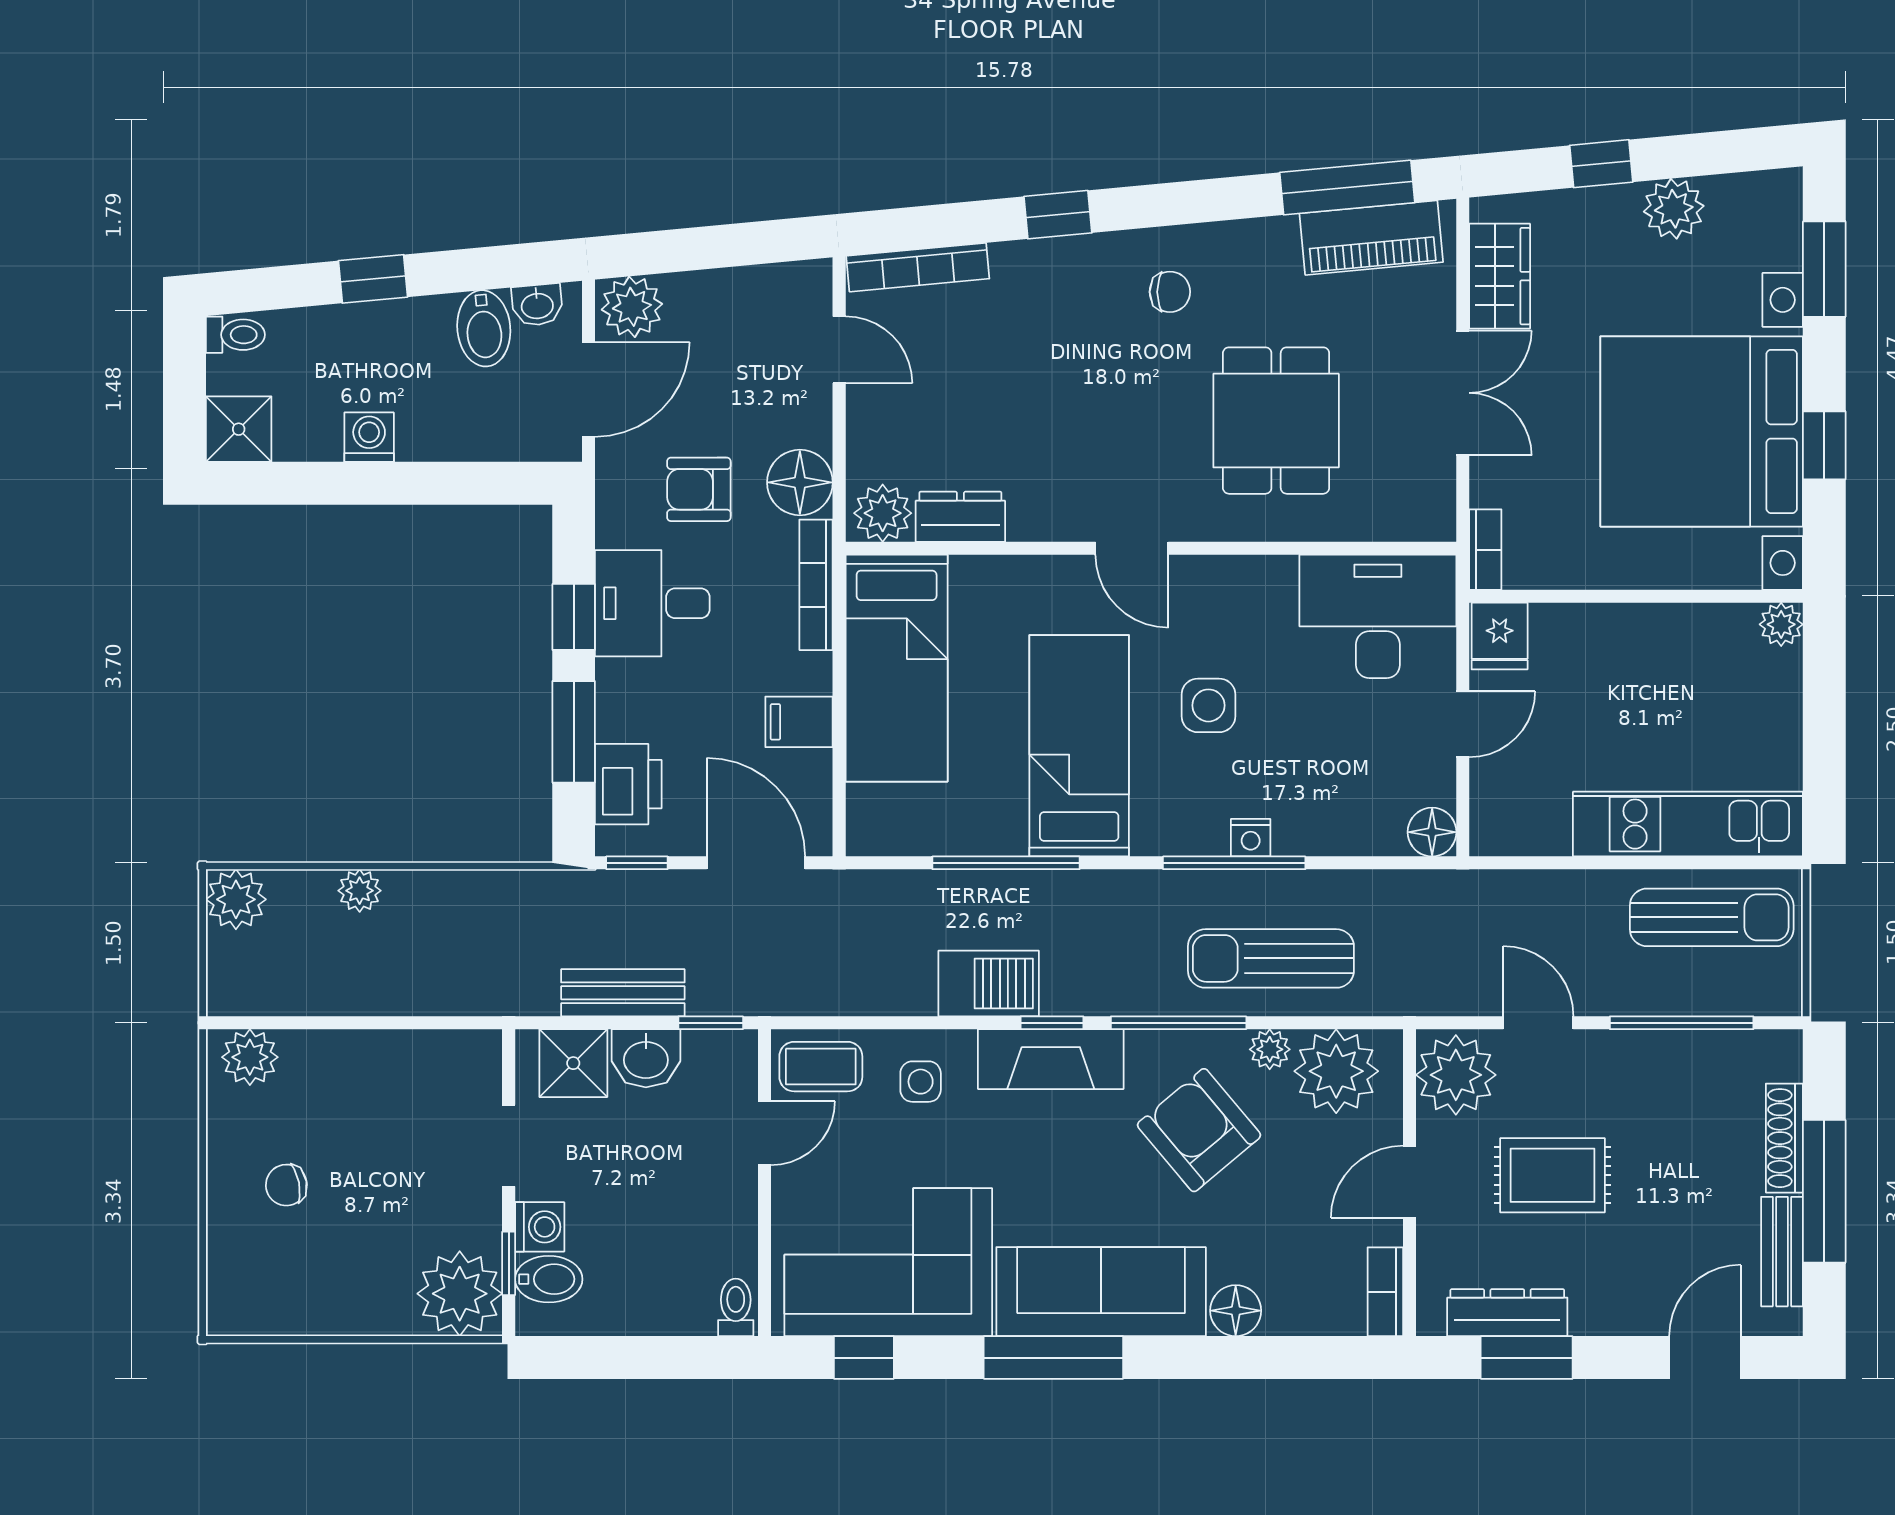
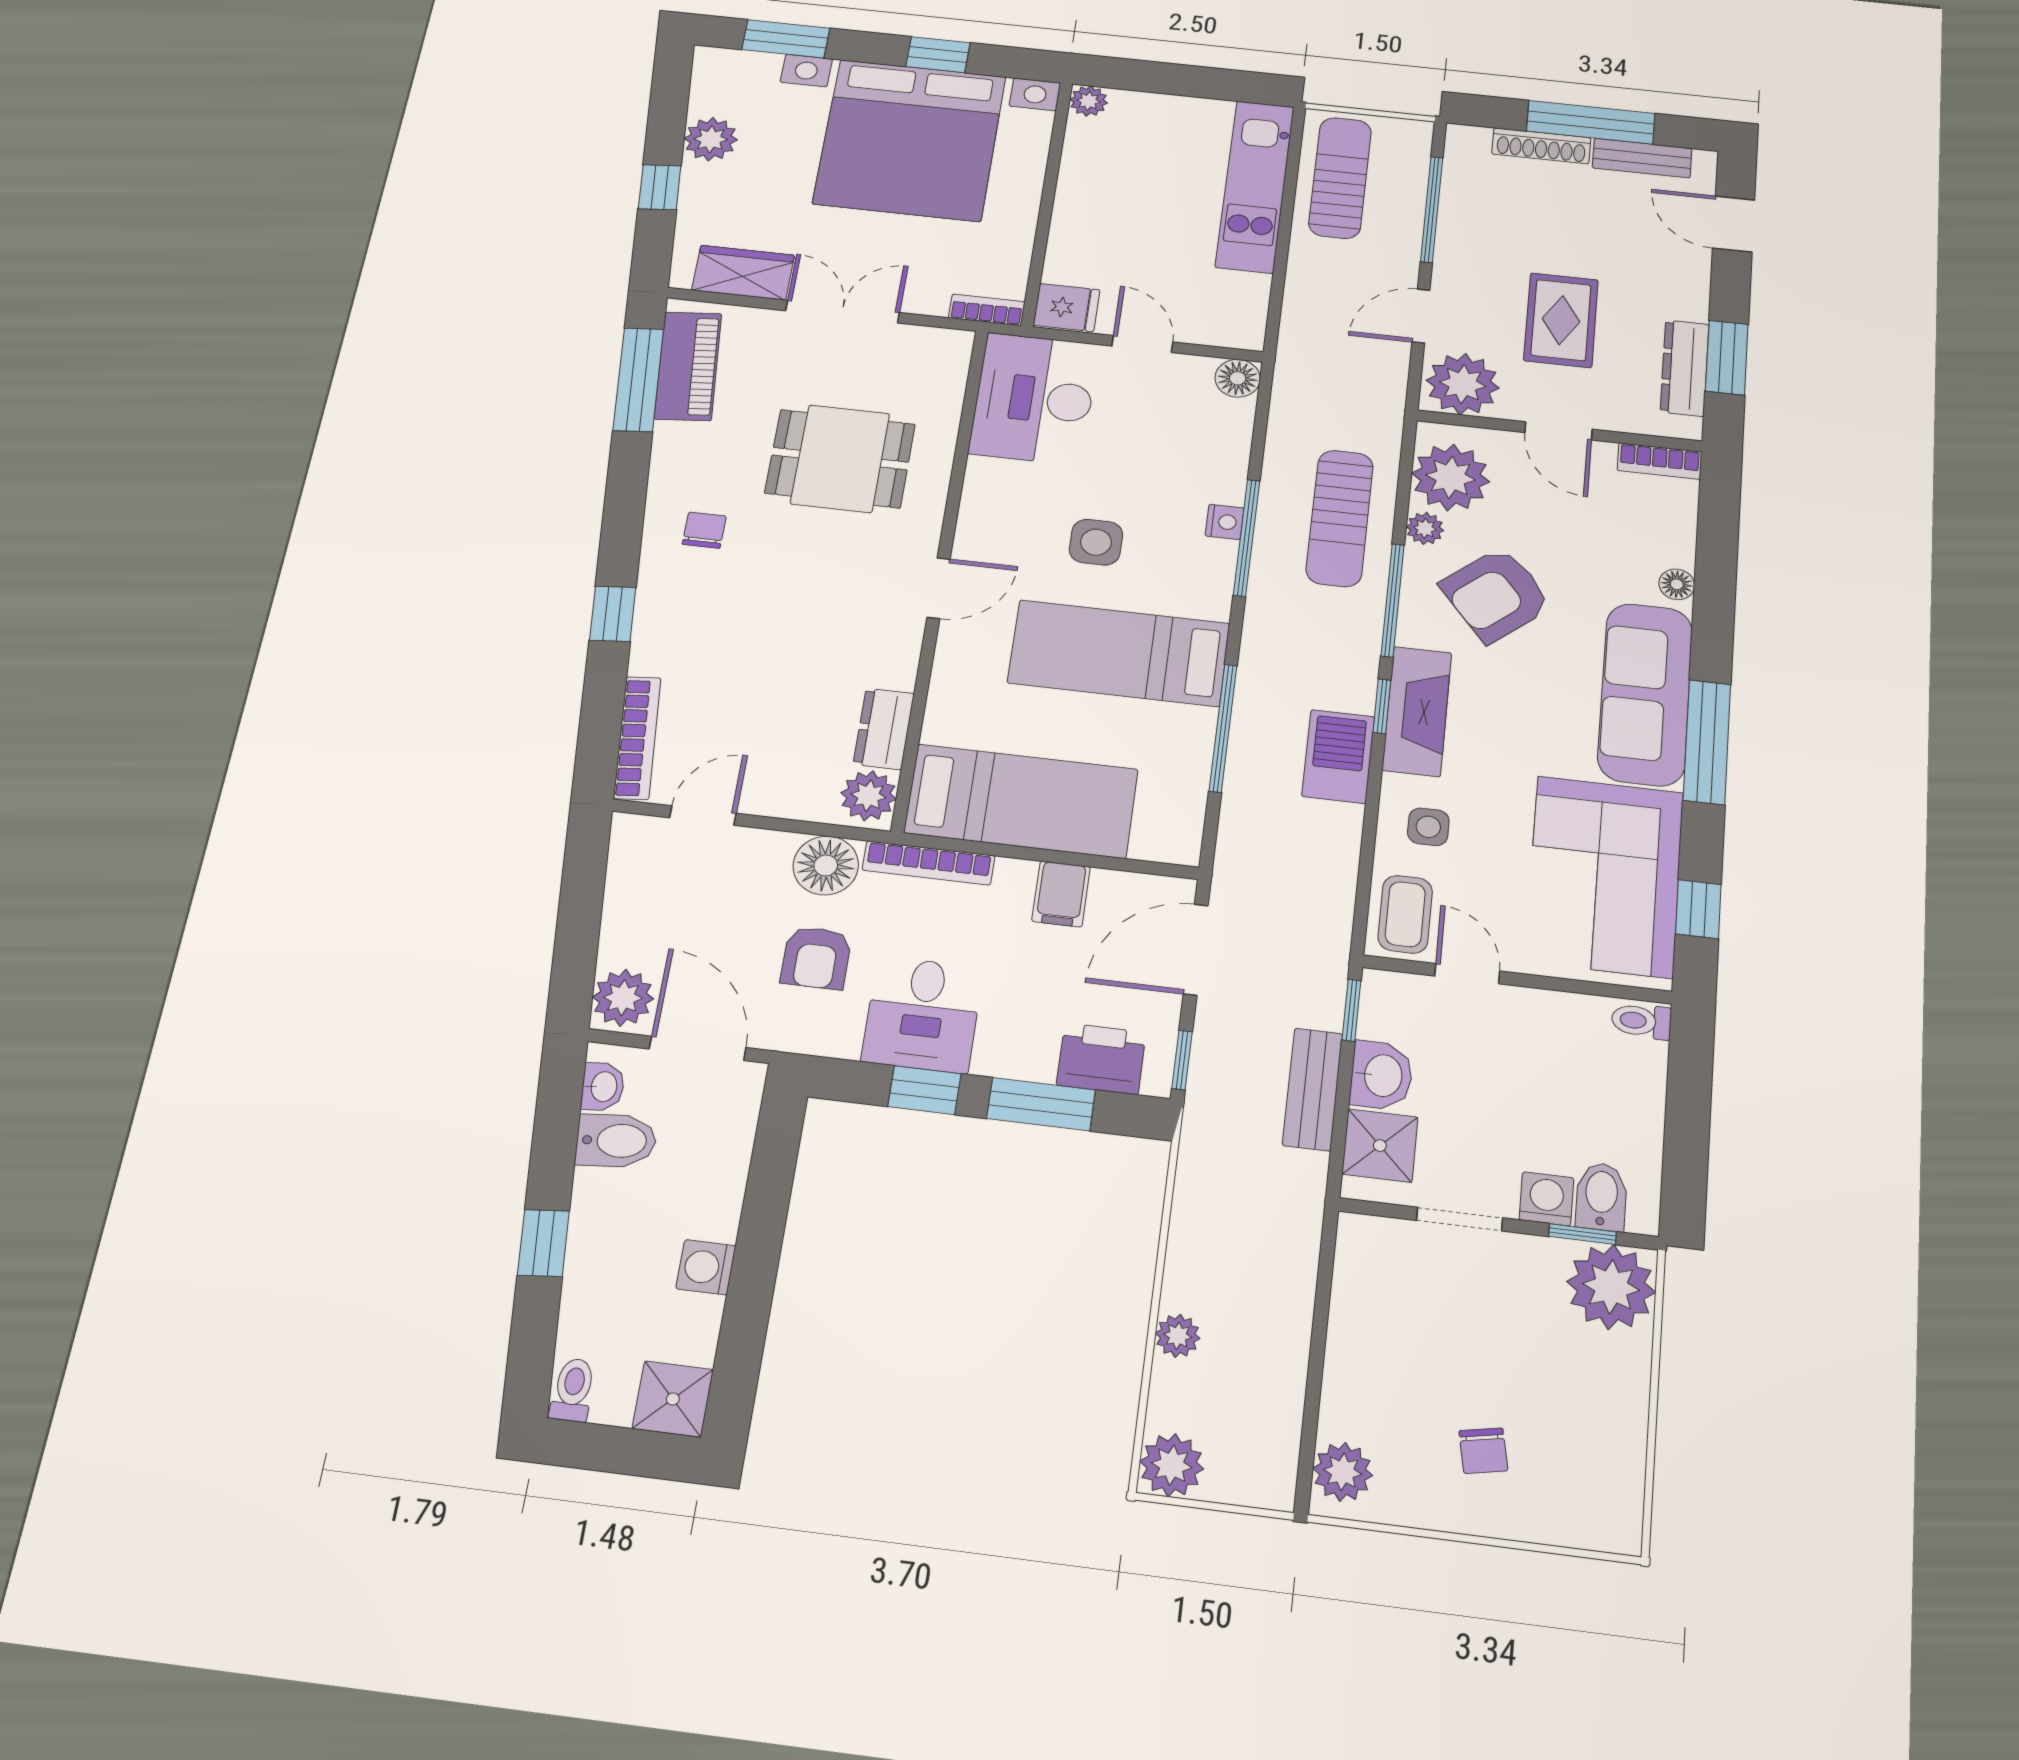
floor lamp: (1236, 1311) -> (1677, 584), width x0.73, depth x0.73

